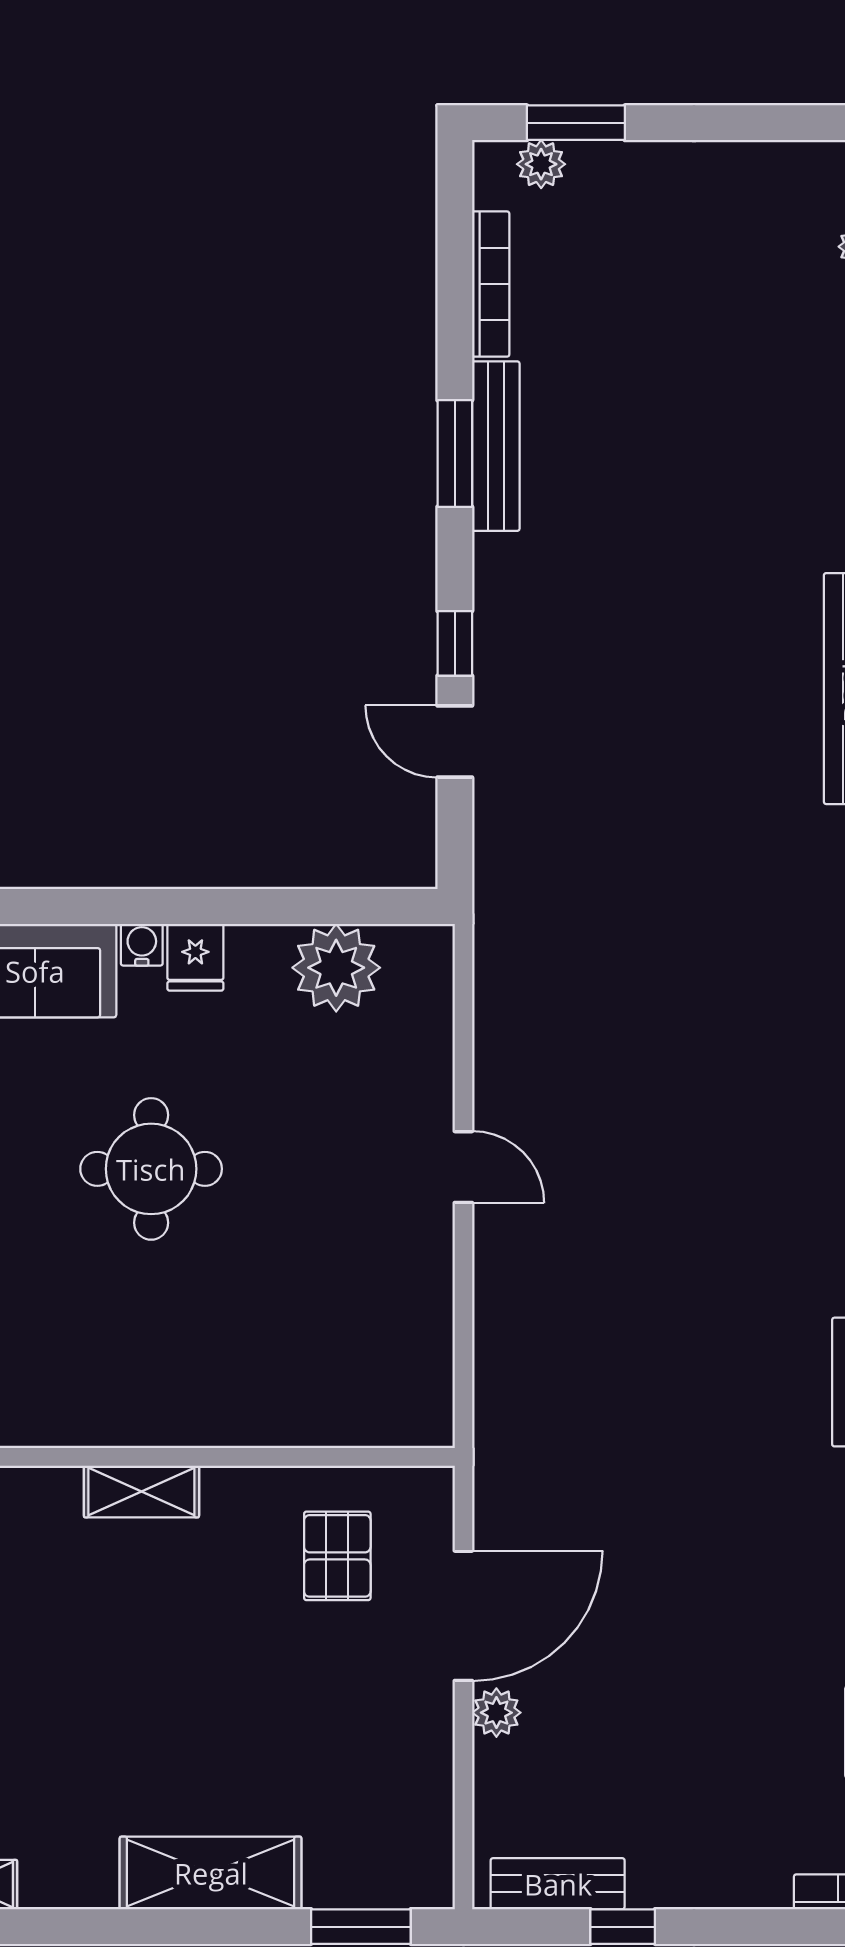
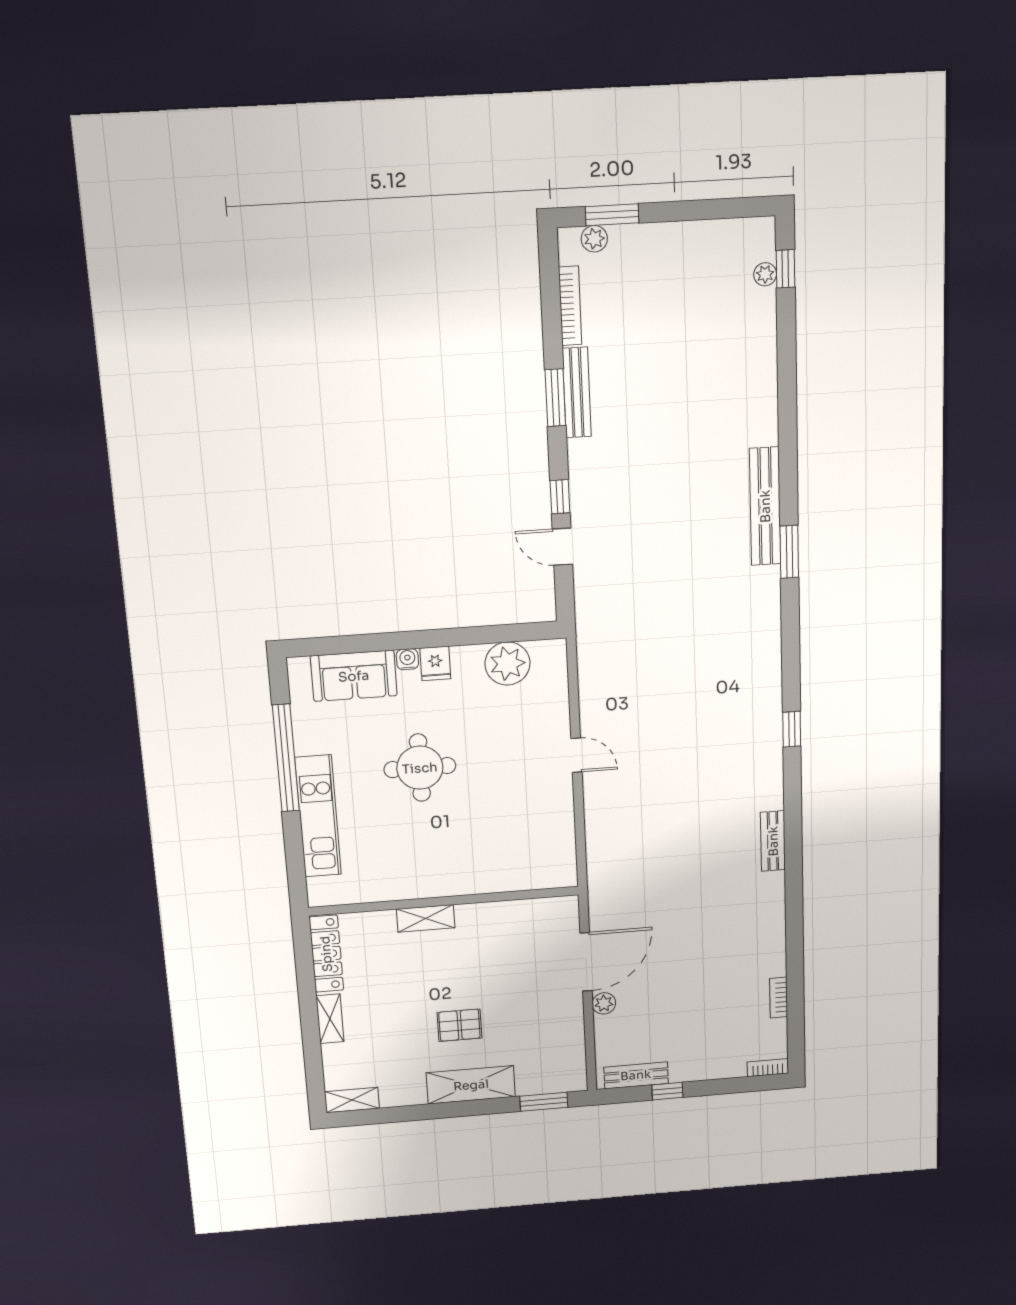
pallet: (337, 1556) -> (459, 1025), moved, turned 90

